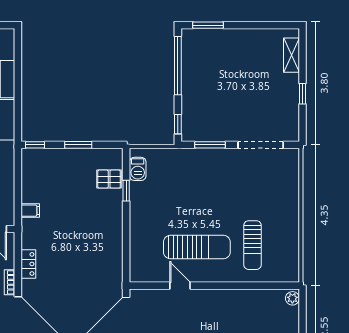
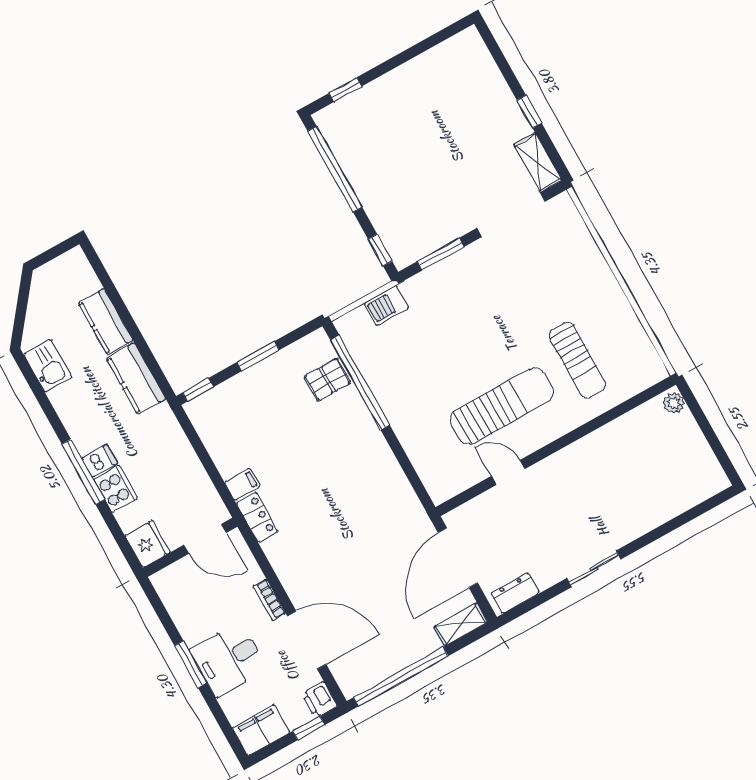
window: (208, 25) -> (345, 90), width x0.67
shelving: (291, 55) -> (538, 163), moved
barbecue: (138, 169) -> (386, 306), moved, turned 90
window: (126, 191) -> (360, 383), width x3.17
locker: (28, 264) -> (257, 517), moved

